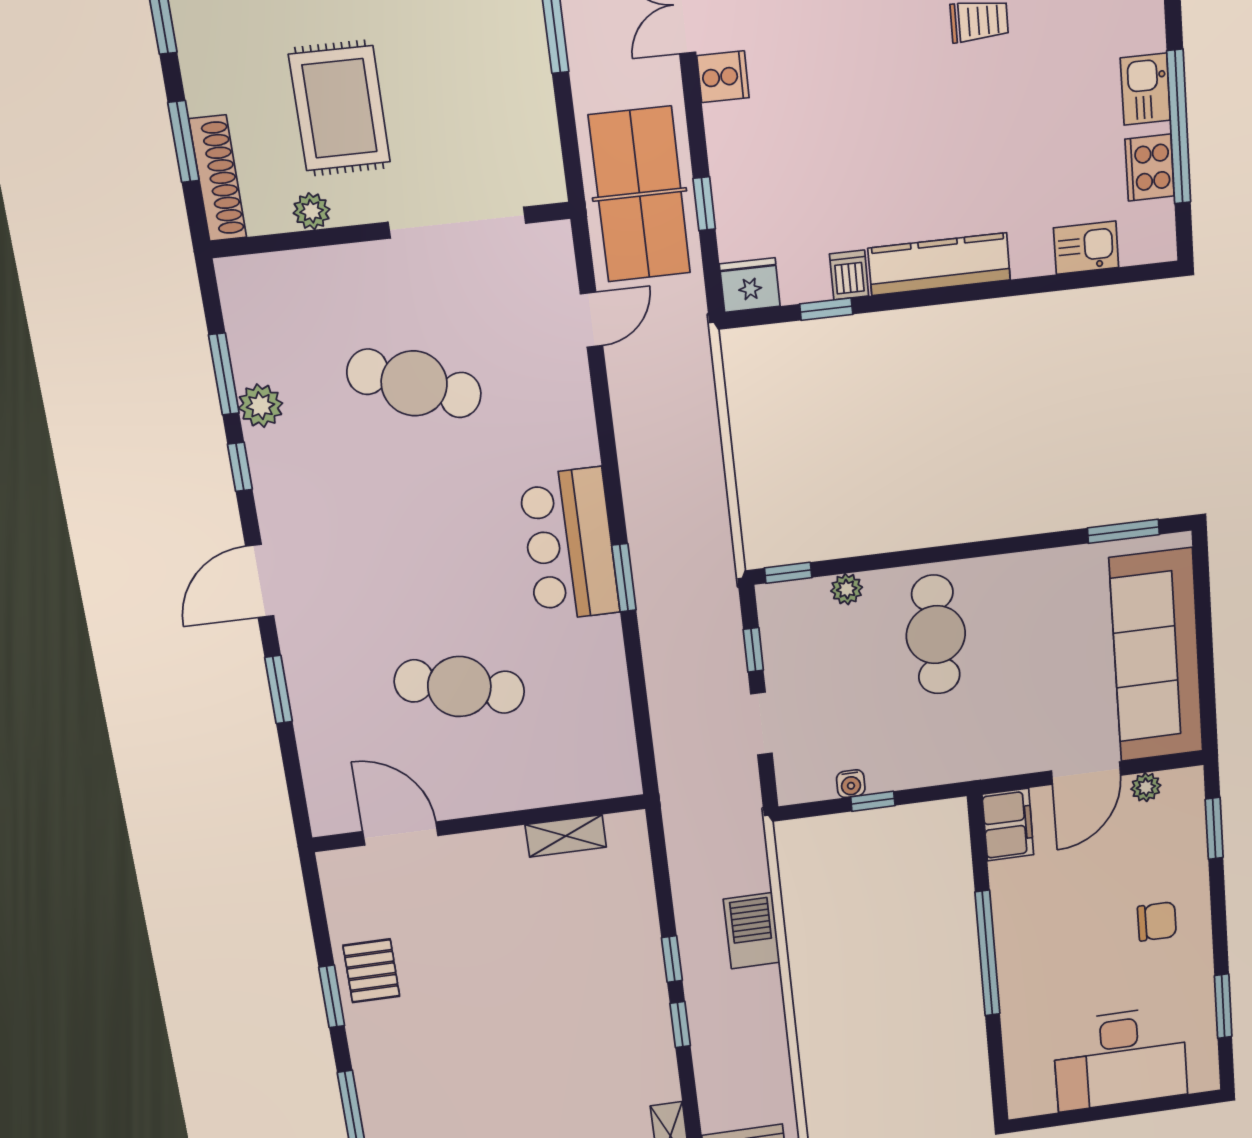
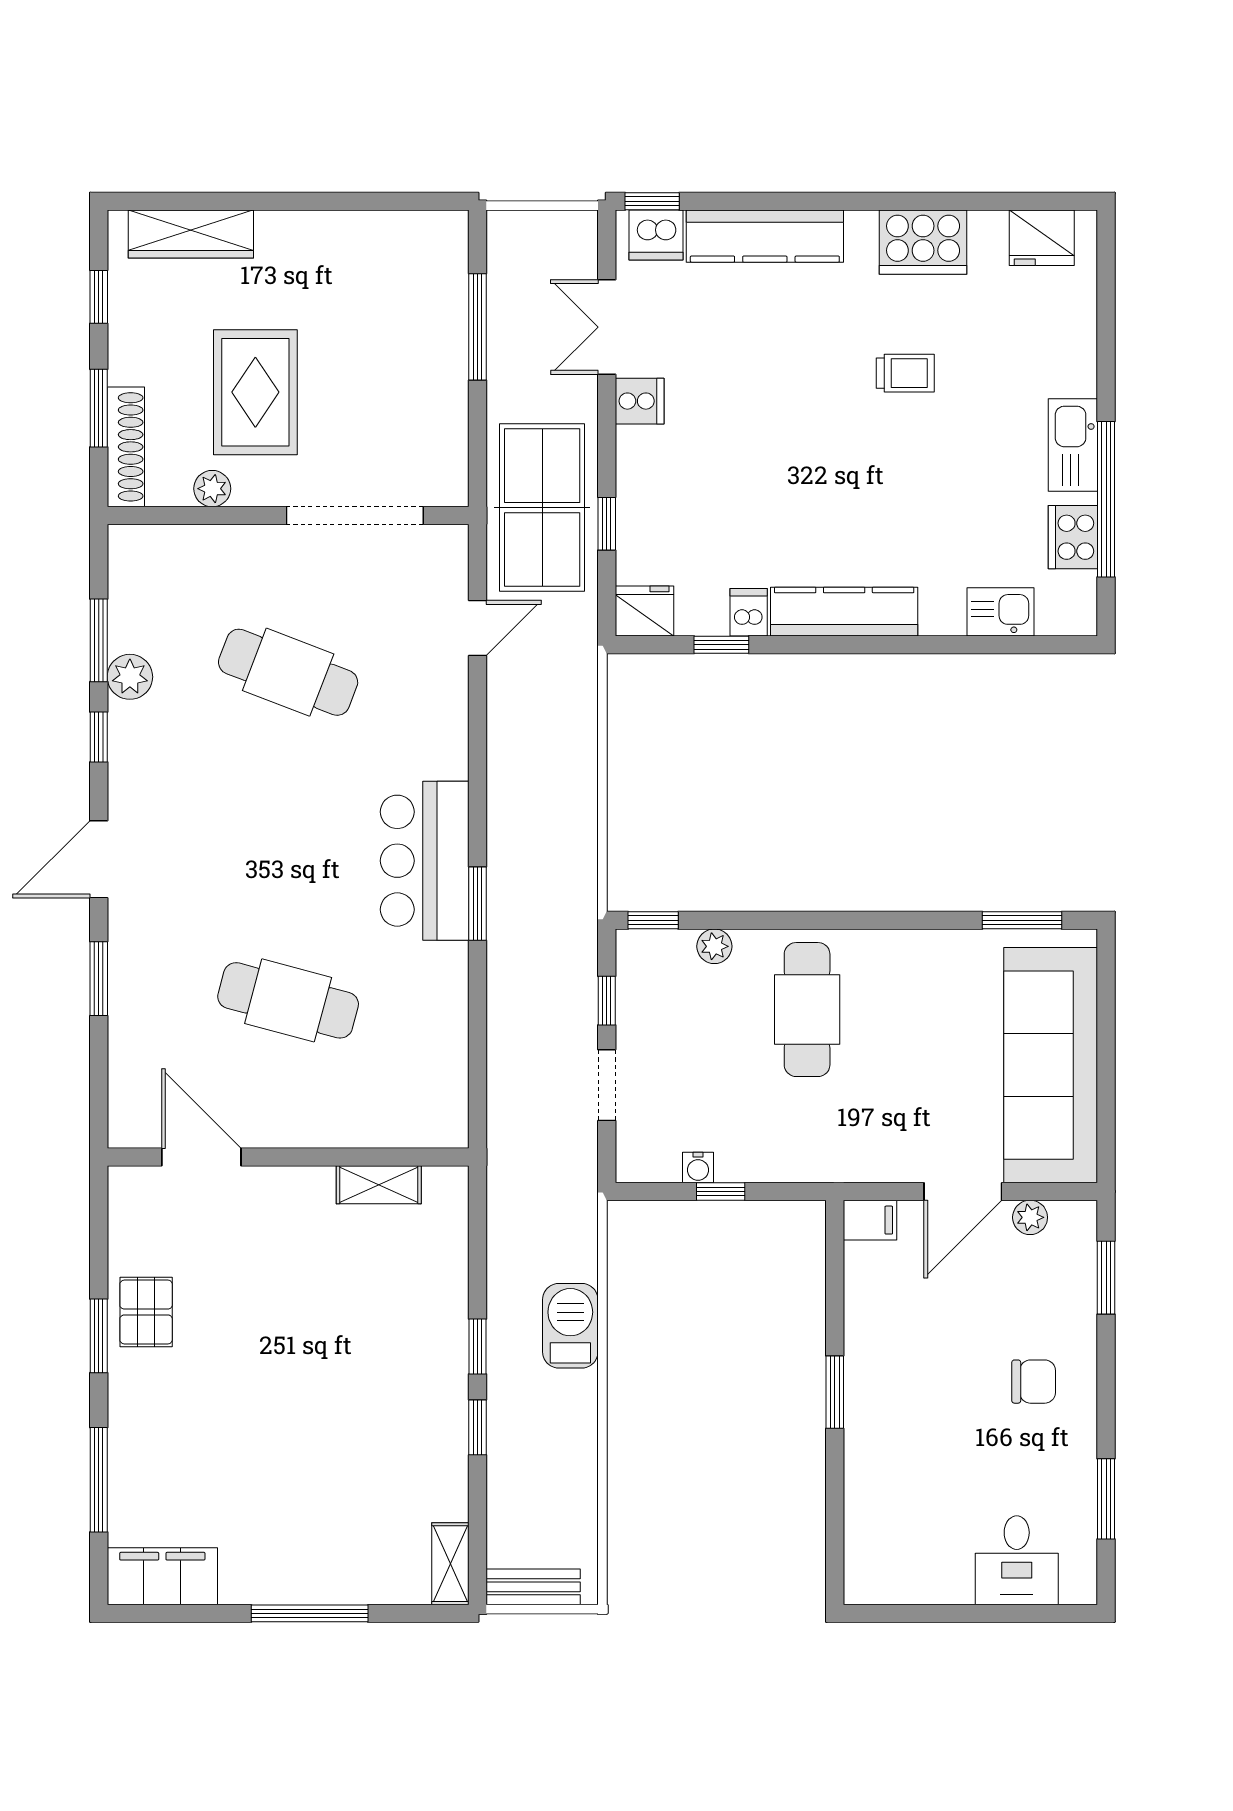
kitchen sink: (1145, 89) -> (1073, 445), width x1.38
filing cabinet: (1008, 825) -> (870, 1220), width x0.50
window: (987, 953) -> (835, 1392), width x0.47
desk: (1120, 1058) -> (1017, 1560), width x0.53, depth x0.77

